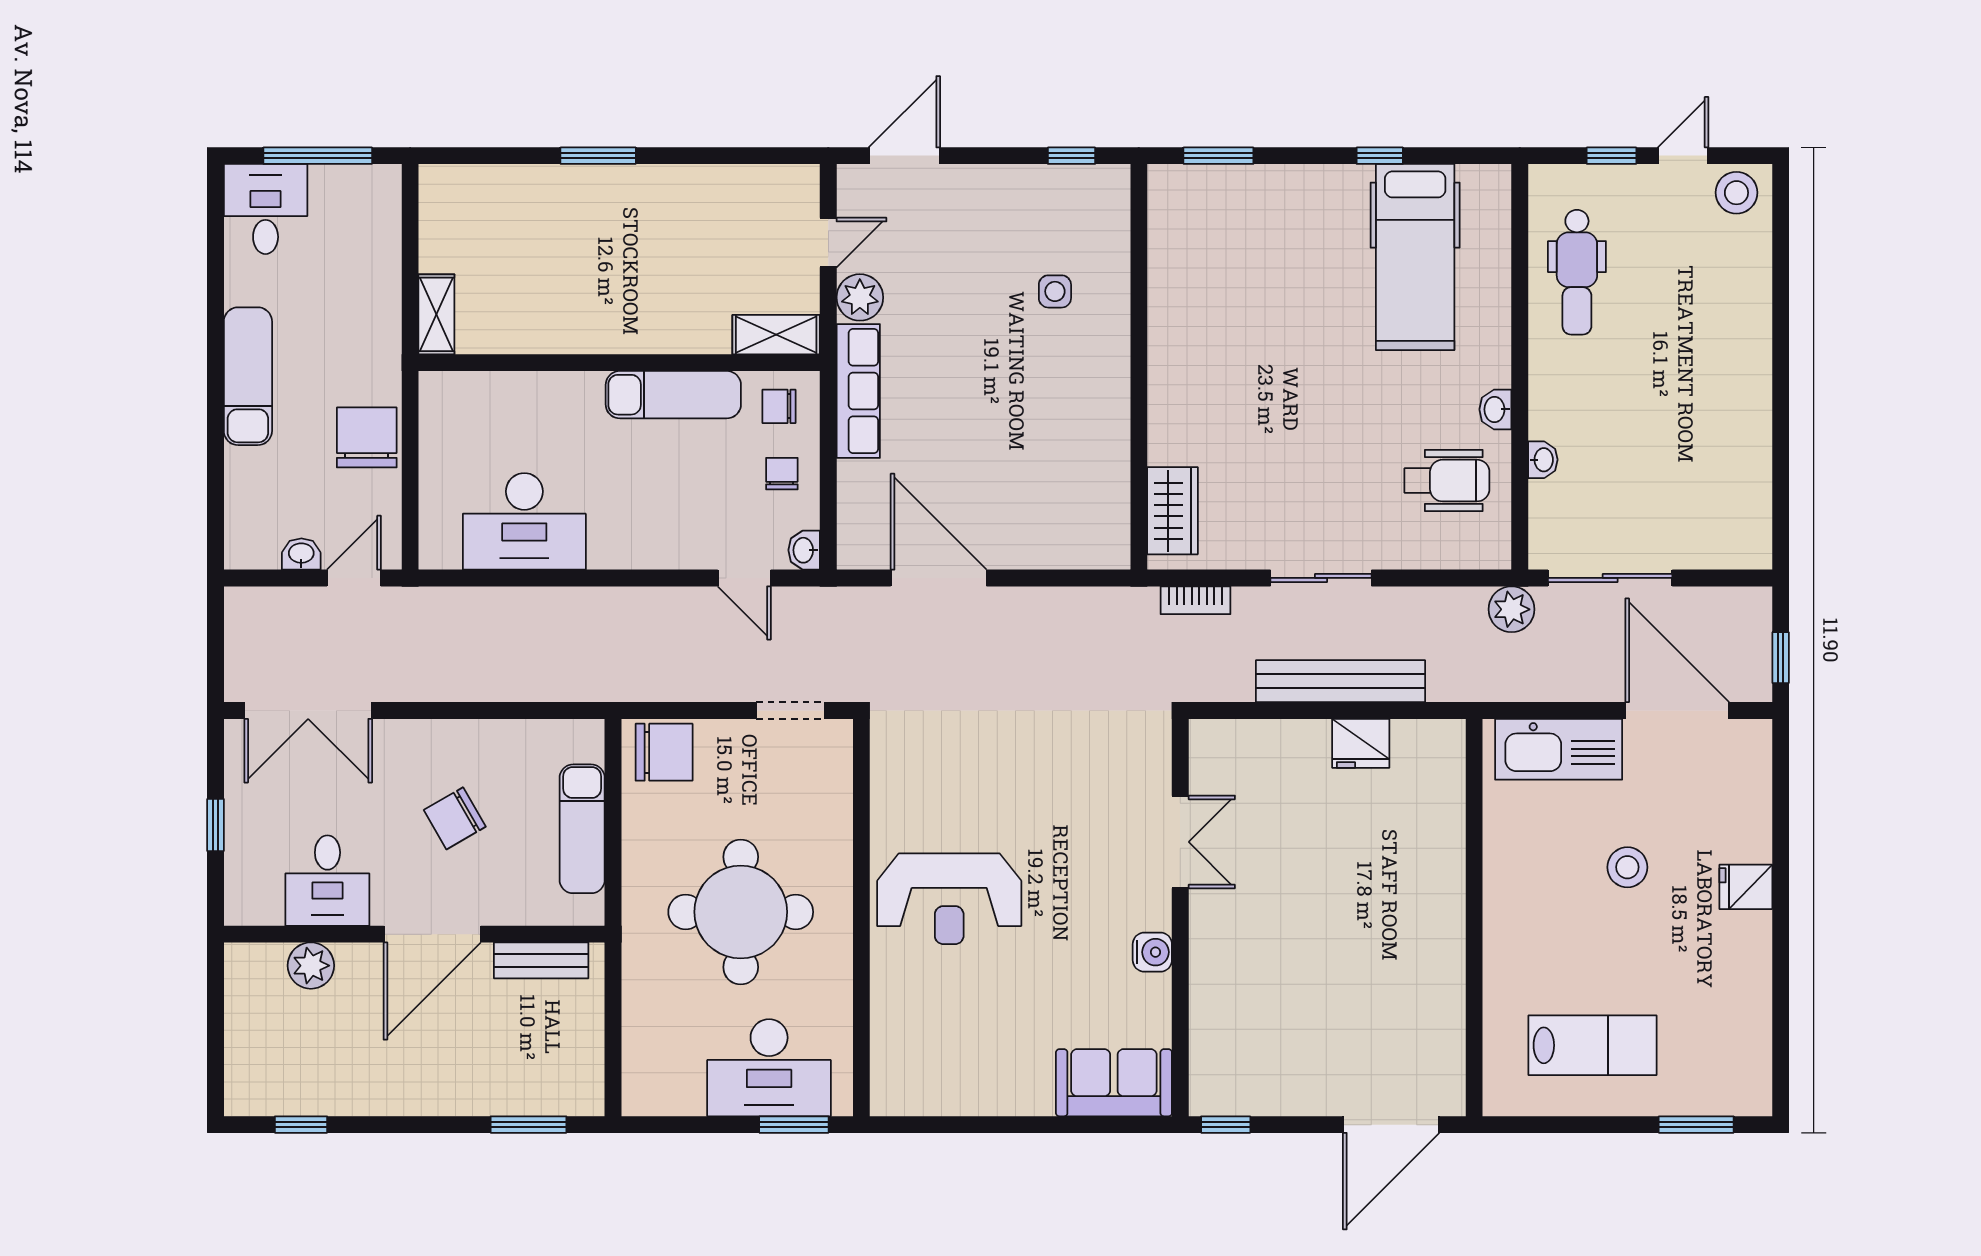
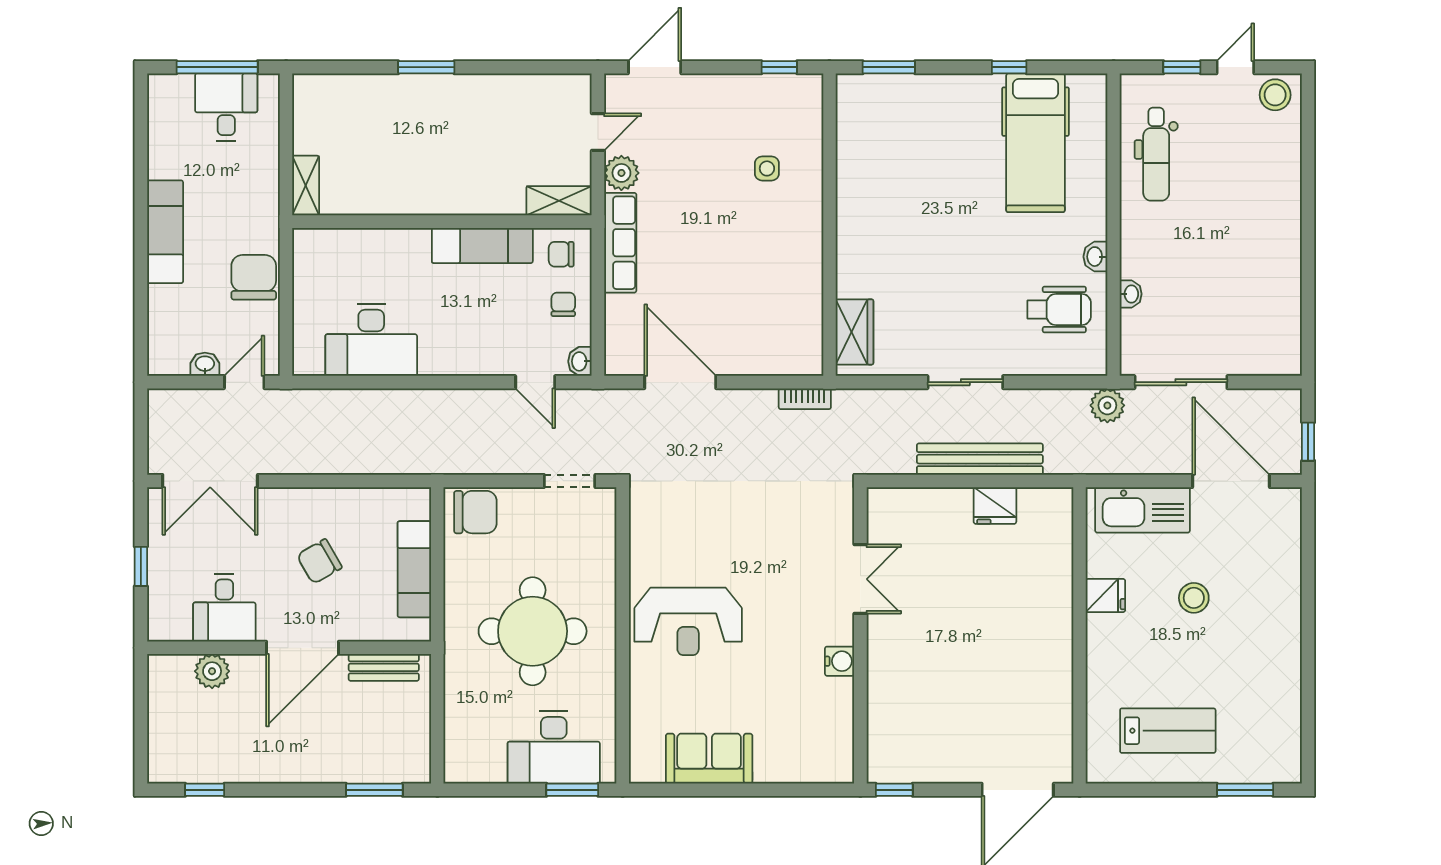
desk: (266, 209) -> (226, 107), moved
bookcase: (1195, 600) -> (805, 399), moved
fridge: (1746, 887) -> (1105, 595), moved, turned 180
sofa: (1114, 1083) -> (709, 759), moved

